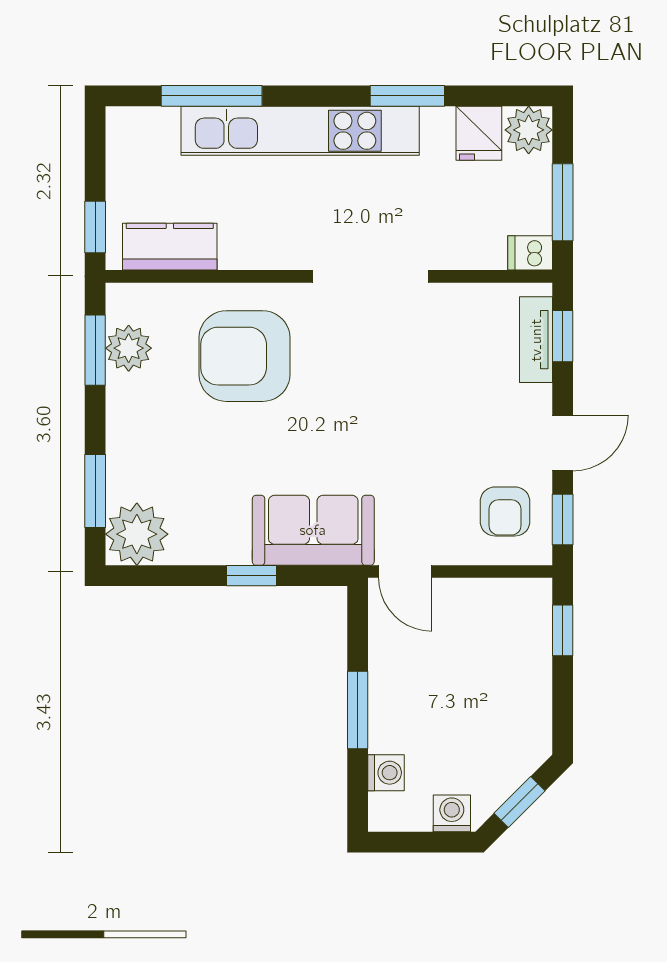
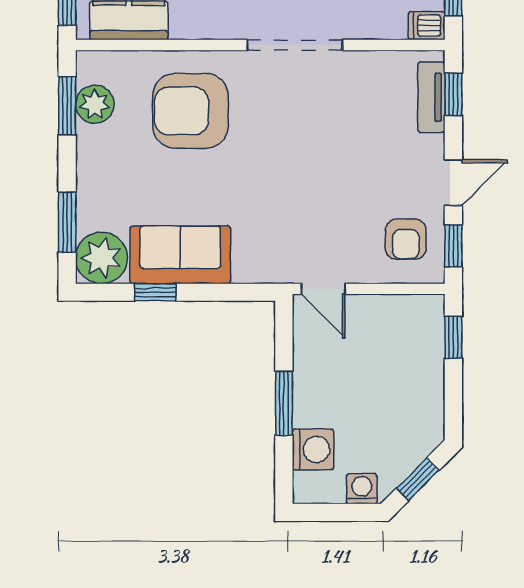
sofa: (313, 530) -> (180, 255), moved
window: (251, 576) -> (155, 292), moved
washing machine: (386, 773) -> (313, 449), width x1.38, depth x1.38

